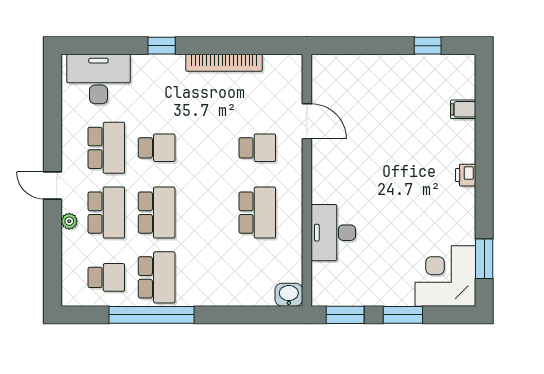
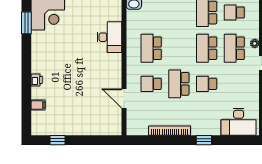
school desk: (106, 148) -> (179, 84), moved
printer: (466, 175) -> (37, 80), moved

